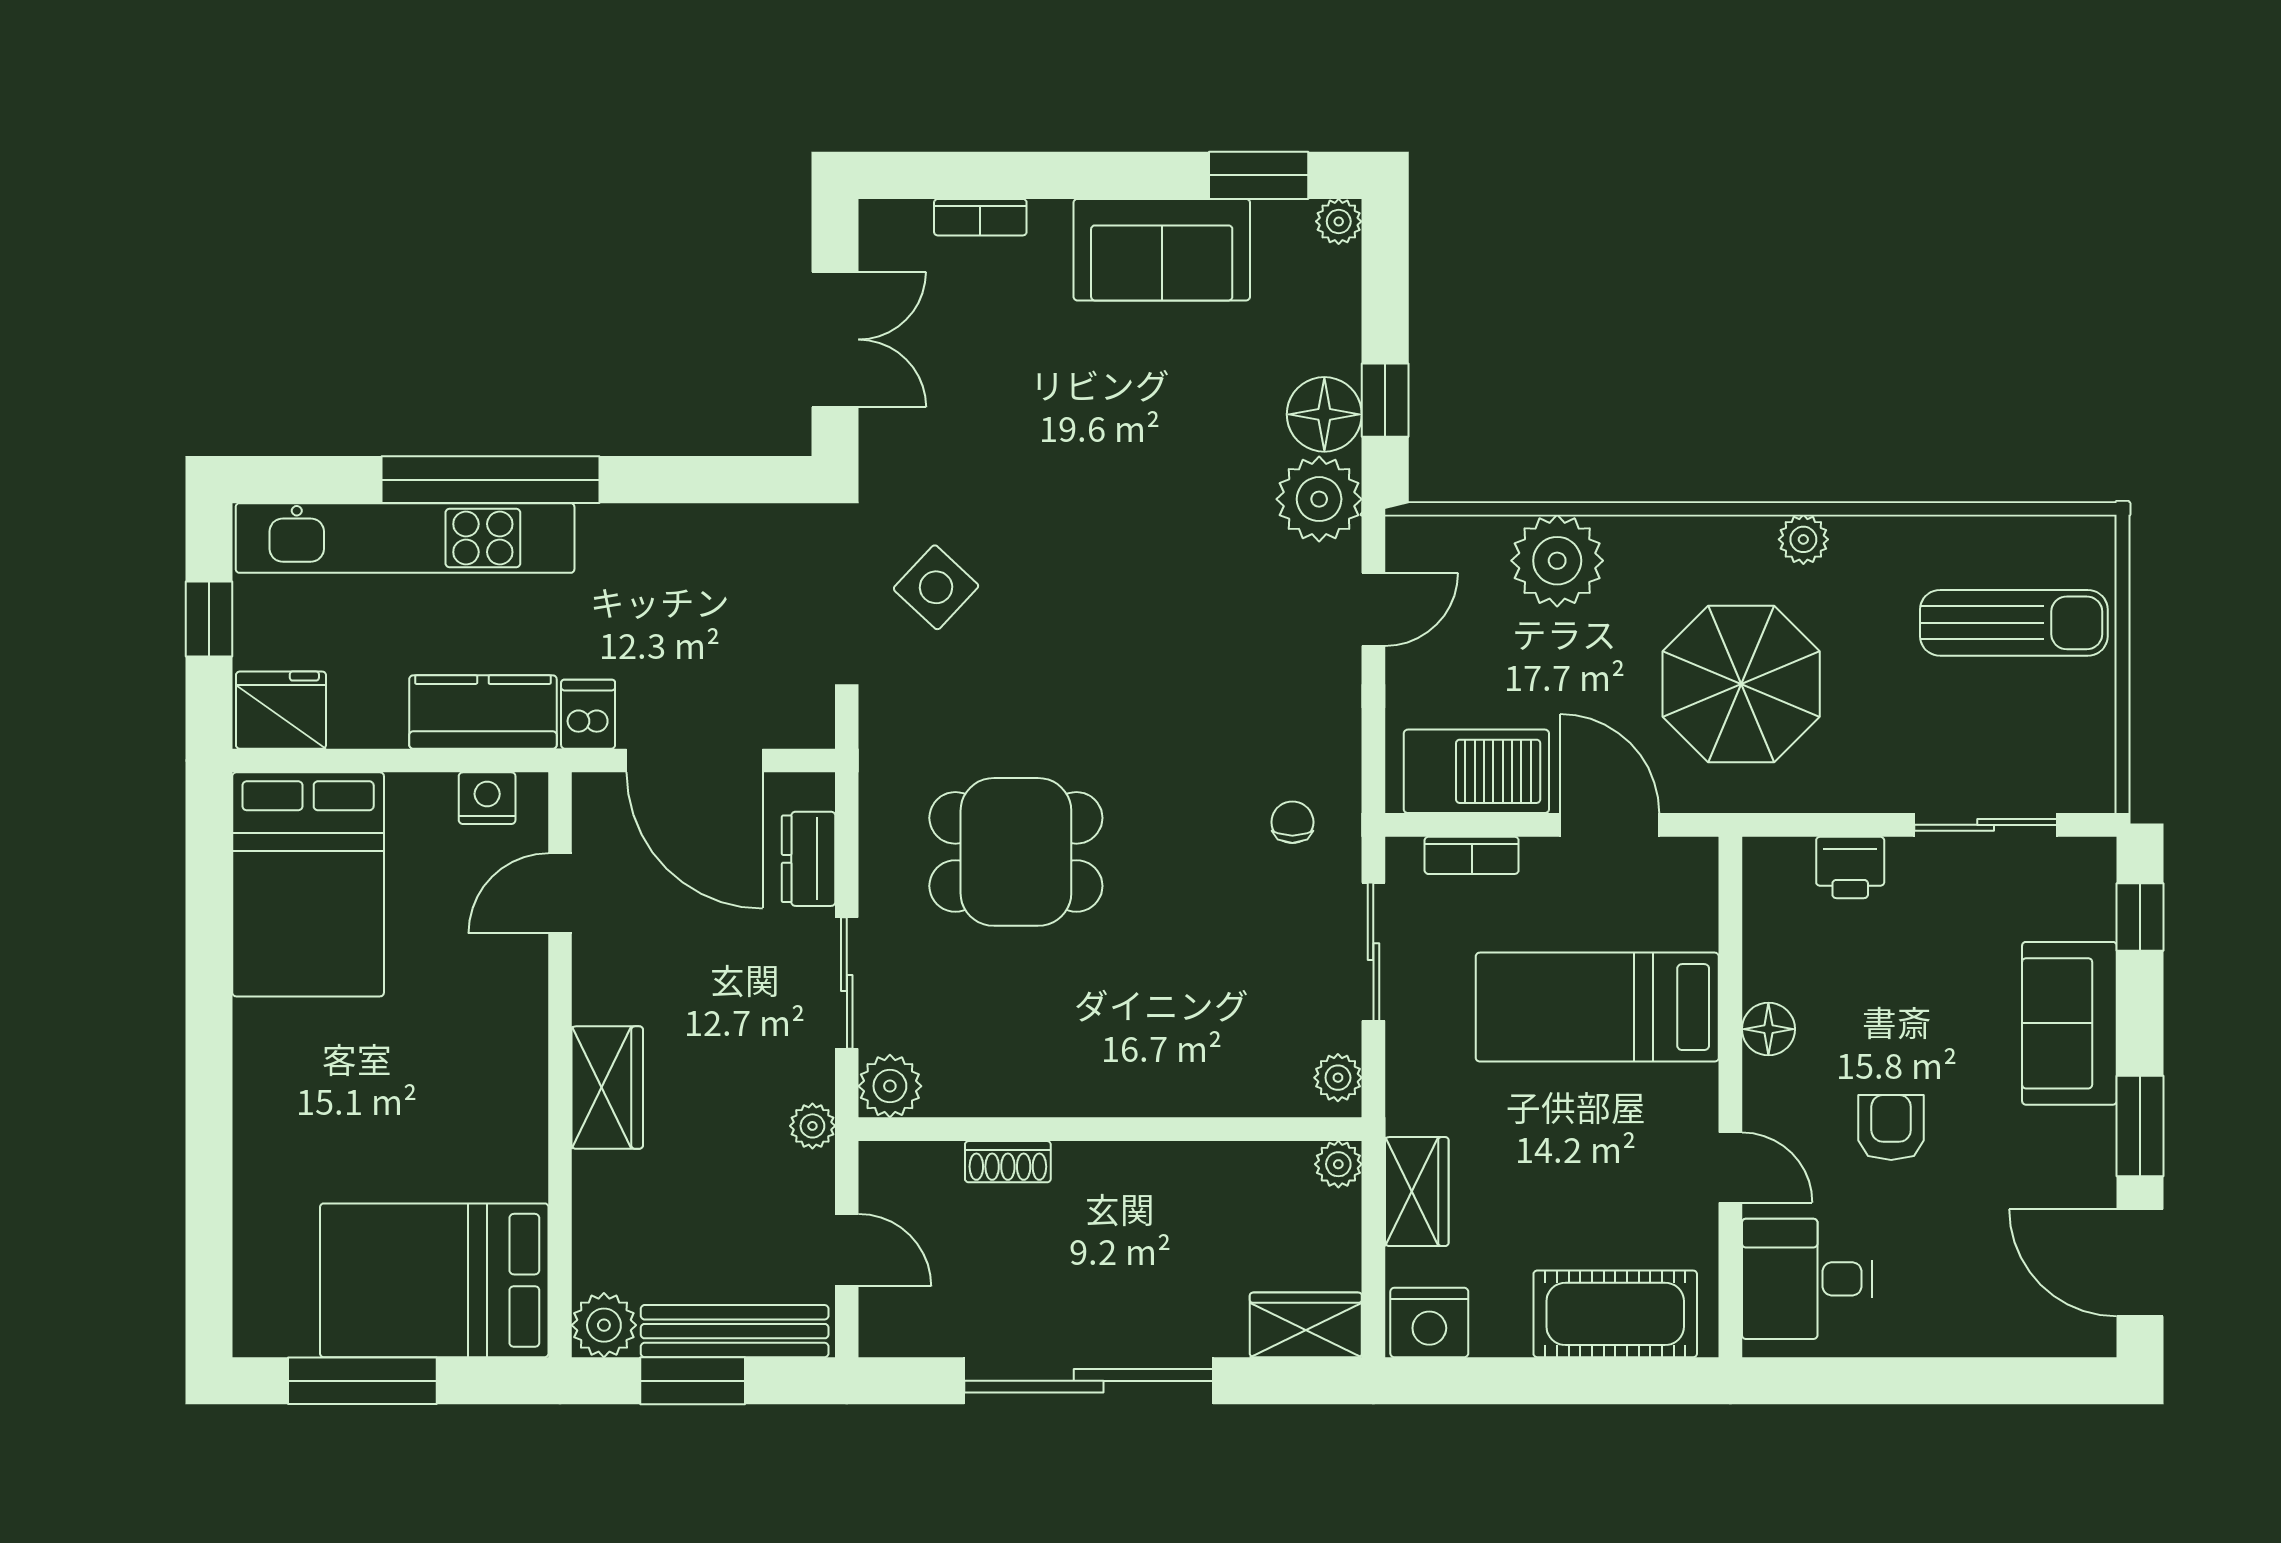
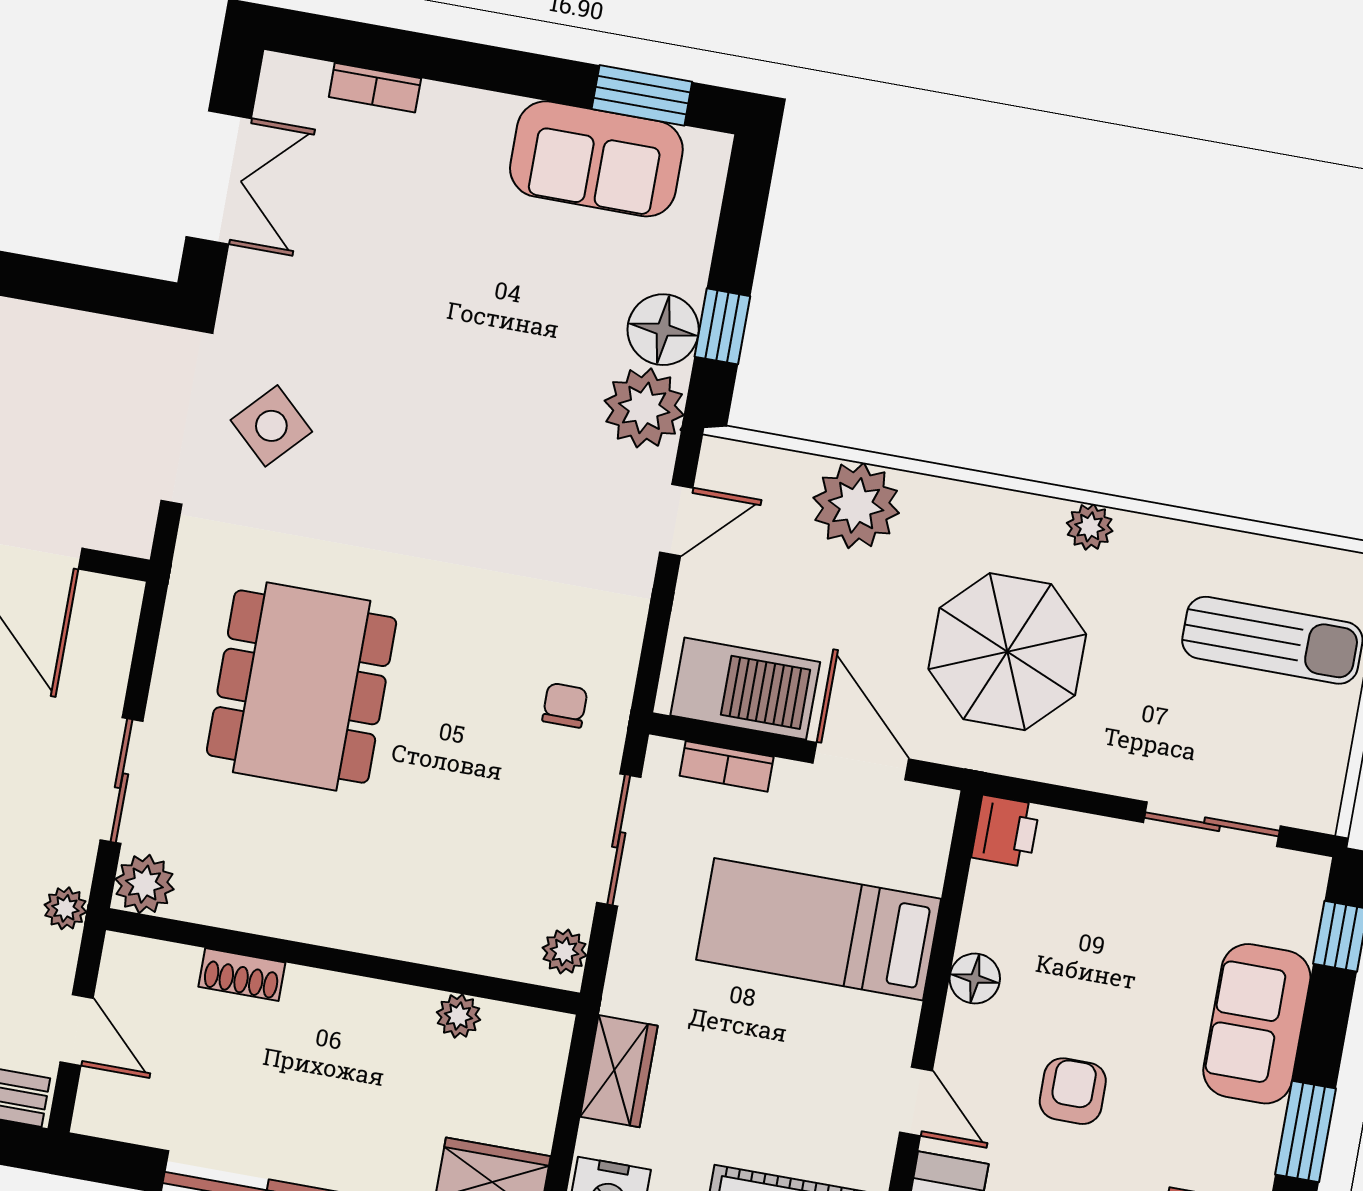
plant: (1339, 221) -> (709, 152), removed
sofa: (1162, 250) -> (596, 159), moved
dining table: (1016, 852) -> (302, 687), width x1.38
dresser: (808, 859) -> (107, 658), removed
printer: (1850, 867) -> (1006, 831), moved, turned -90
plant: (1338, 1164) -> (458, 1016), moved

